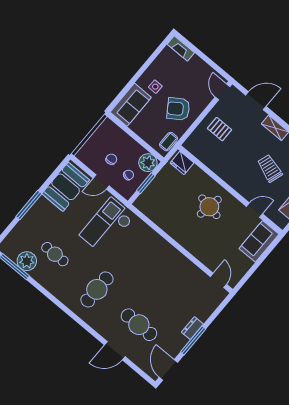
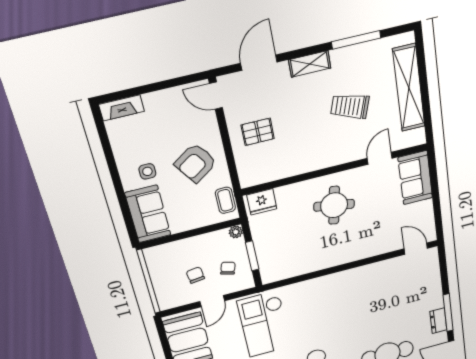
plant: (148, 163) -> (236, 232), width x0.53, depth x0.53
dresser: (192, 328) -> (438, 321), moved

